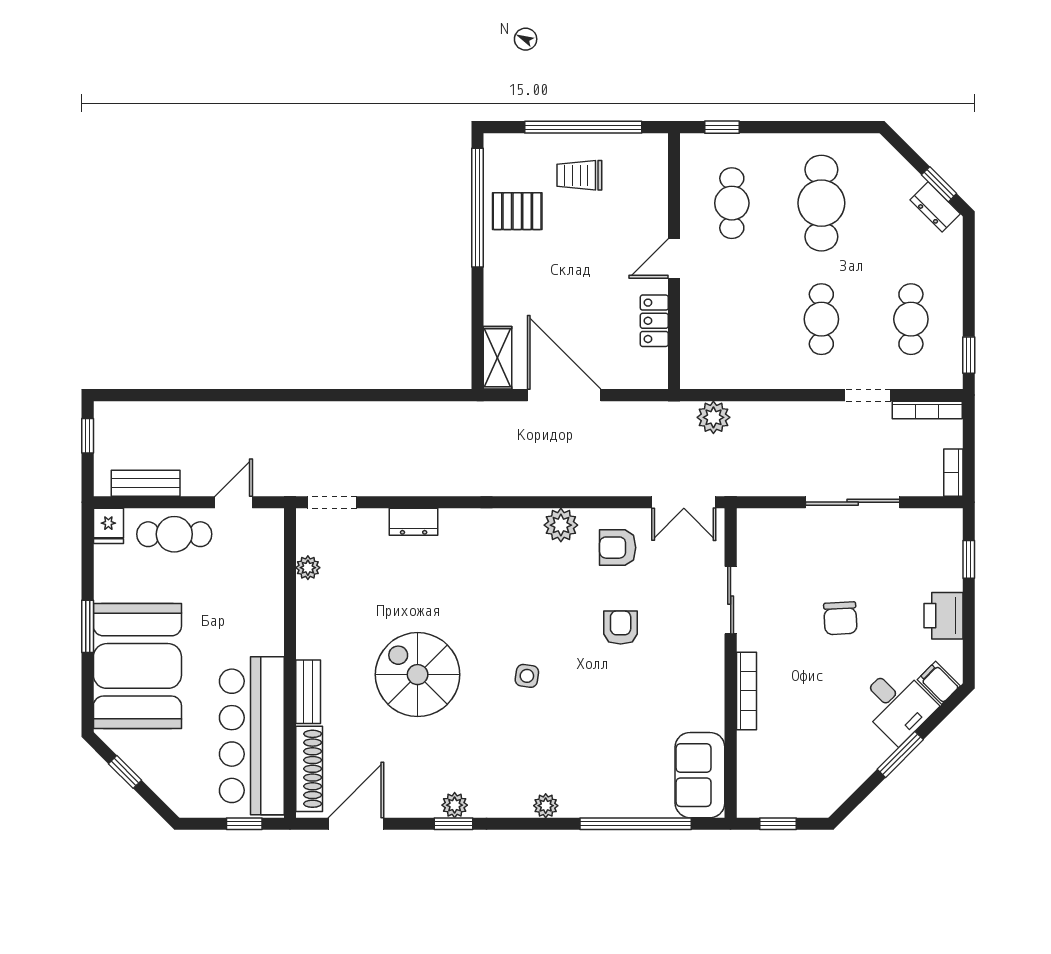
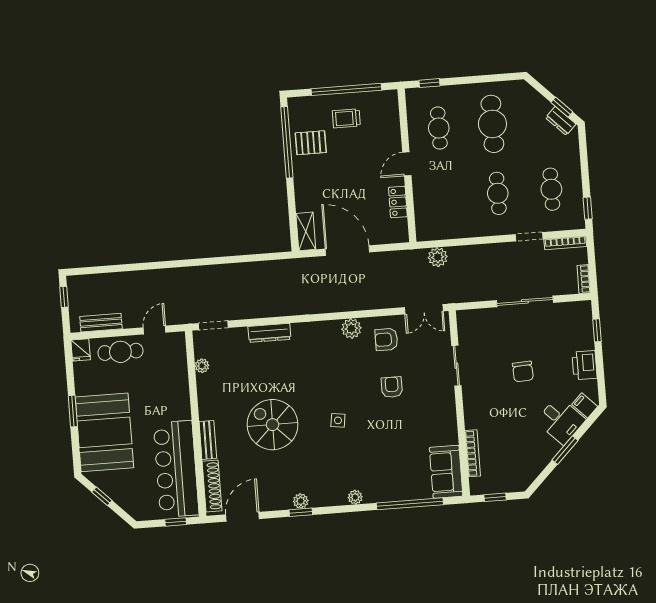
dresser: (414, 522) -> (269, 333), width x1.44
bookcase: (746, 691) -> (473, 453), moved

